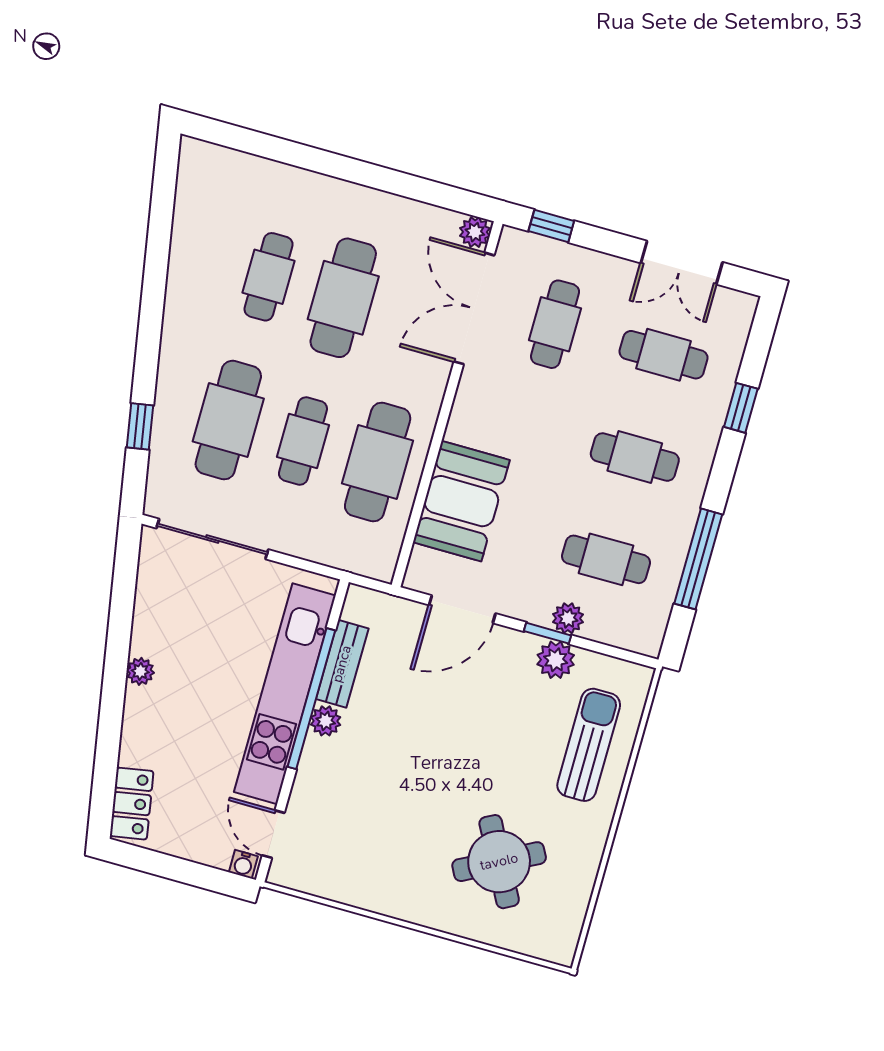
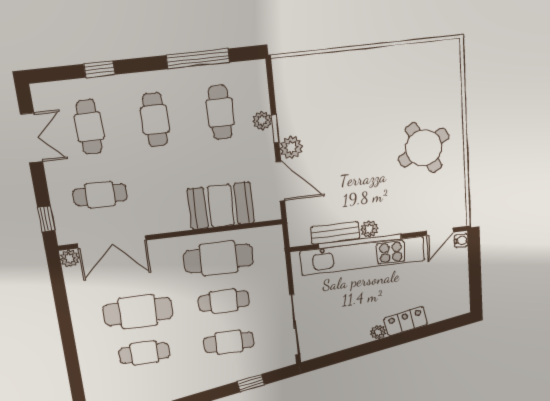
cafe table: (228, 420) -> (229, 342), width x0.73, depth x0.74
plant: (556, 660) -> (291, 148), moved
sun lounger: (589, 745) -> (329, 80), removed
locker: (132, 804) -> (406, 321), moved
round table: (499, 862) -> (424, 148), moved

